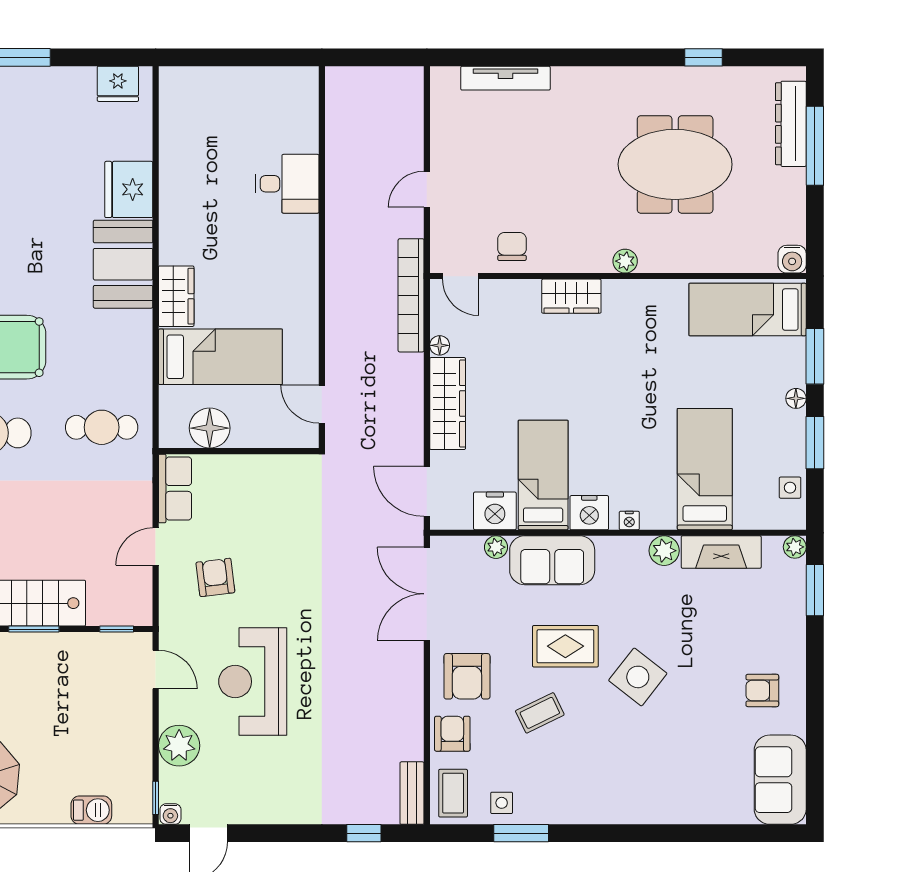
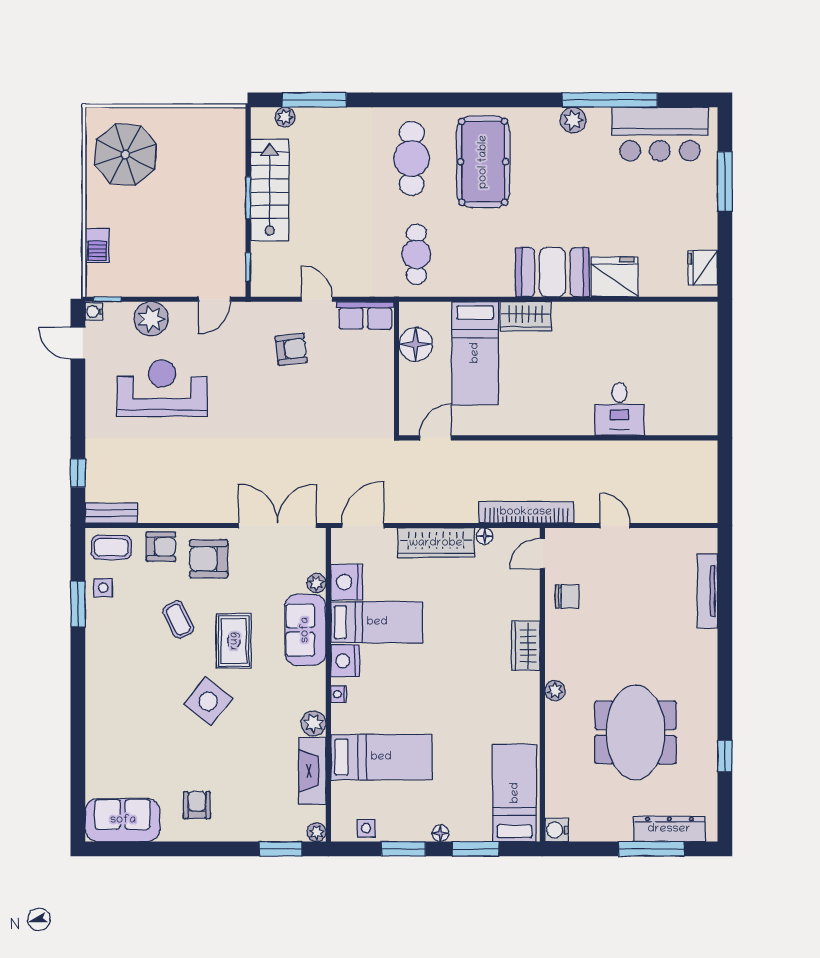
reception desk: (253, 682) -> (162, 388), moved

